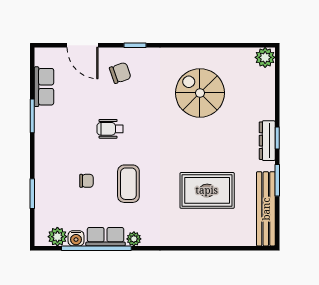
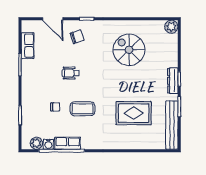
coffee table: (128, 184) -> (82, 109), turned 90
plant: (134, 239) -> (86, 145), removed

